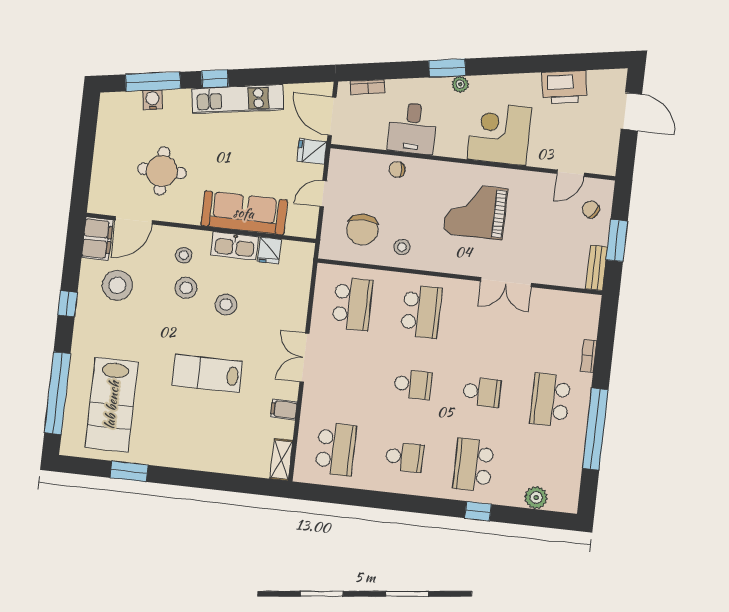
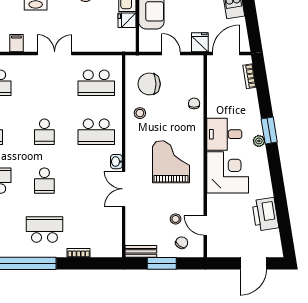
desk: (413, 128) -> (224, 134), moved
stool: (556, 214) -> (176, 219), added
washbasin: (466, 288) -> (116, 162), added

